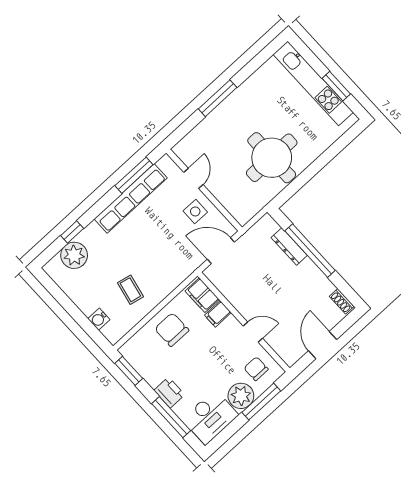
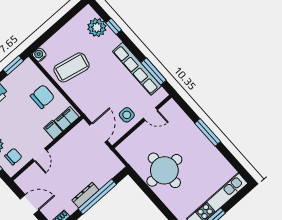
dresser: (289, 247) -> (85, 195), moved
coffee table: (130, 290) -> (71, 67), width x1.86, depth x1.72
water cooler: (99, 319) -> (39, 55), moved

